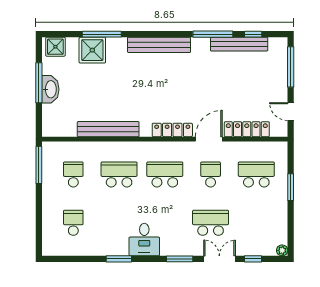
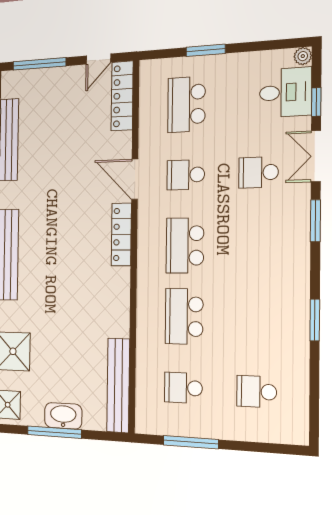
bench: (108, 129) -> (118, 385), moved
locker: (247, 129) -> (122, 96), moved
window: (39, 165) -> (191, 442), moved
school desk: (211, 223) -> (258, 172), width x0.54
desk: (144, 240) -> (285, 92), moved

